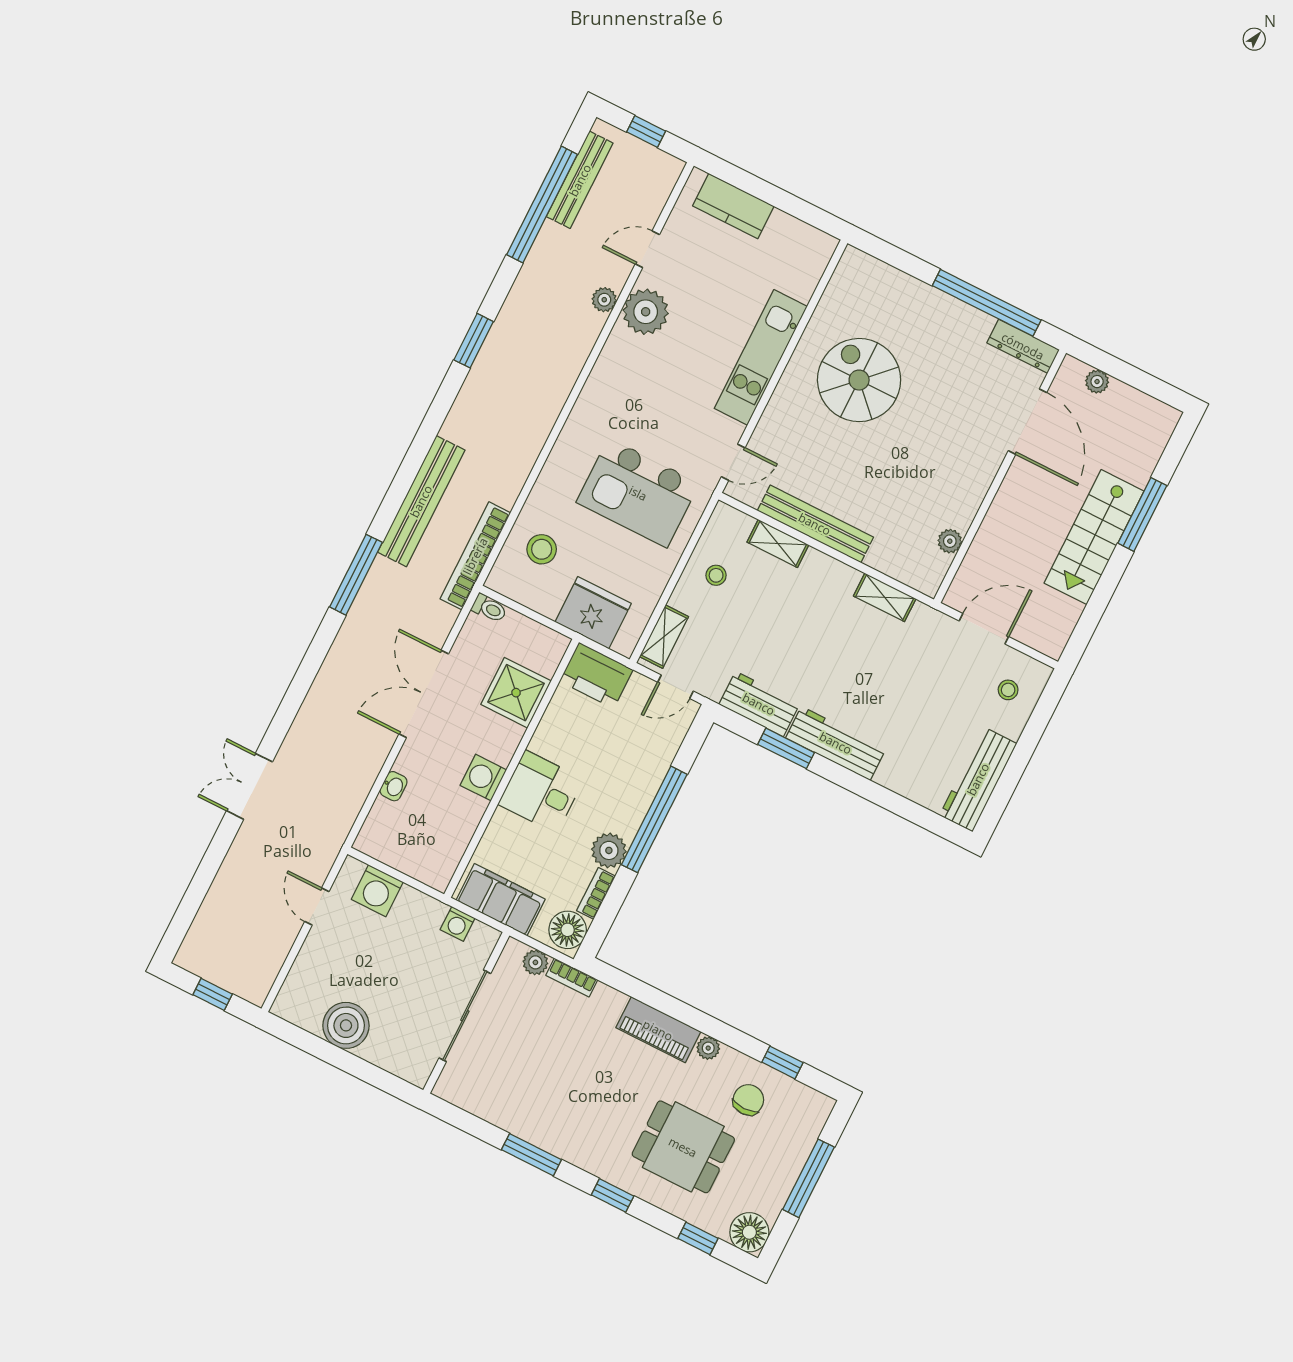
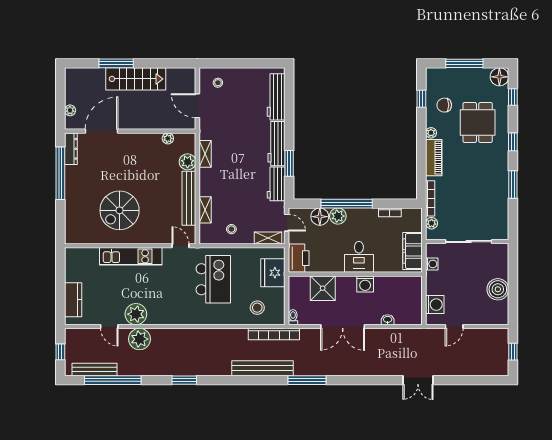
plant: (604, 300) -> (140, 339), width x1.87, depth x1.87
plant: (886, 556) -> (188, 162), added
workbench: (978, 779) -> (276, 97), moved, turned 90
plant: (609, 850) -> (338, 216), moved
floor lamp: (568, 930) -> (320, 217), moved
bookcase: (572, 977) -> (430, 198), width x1.56

